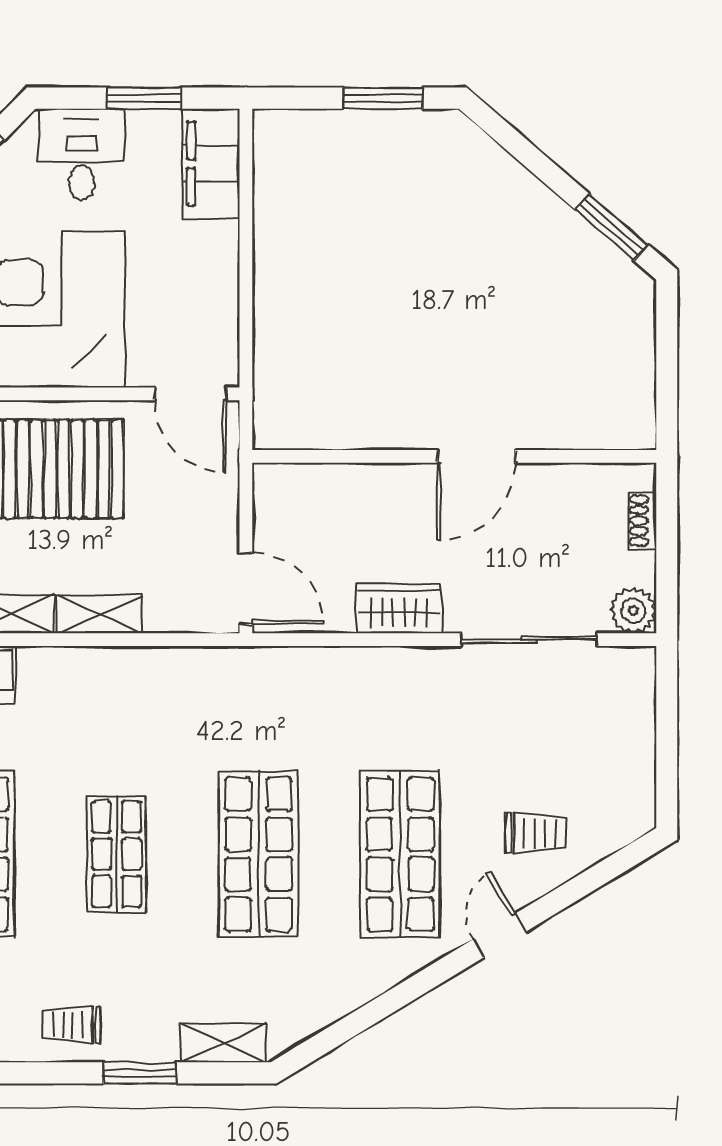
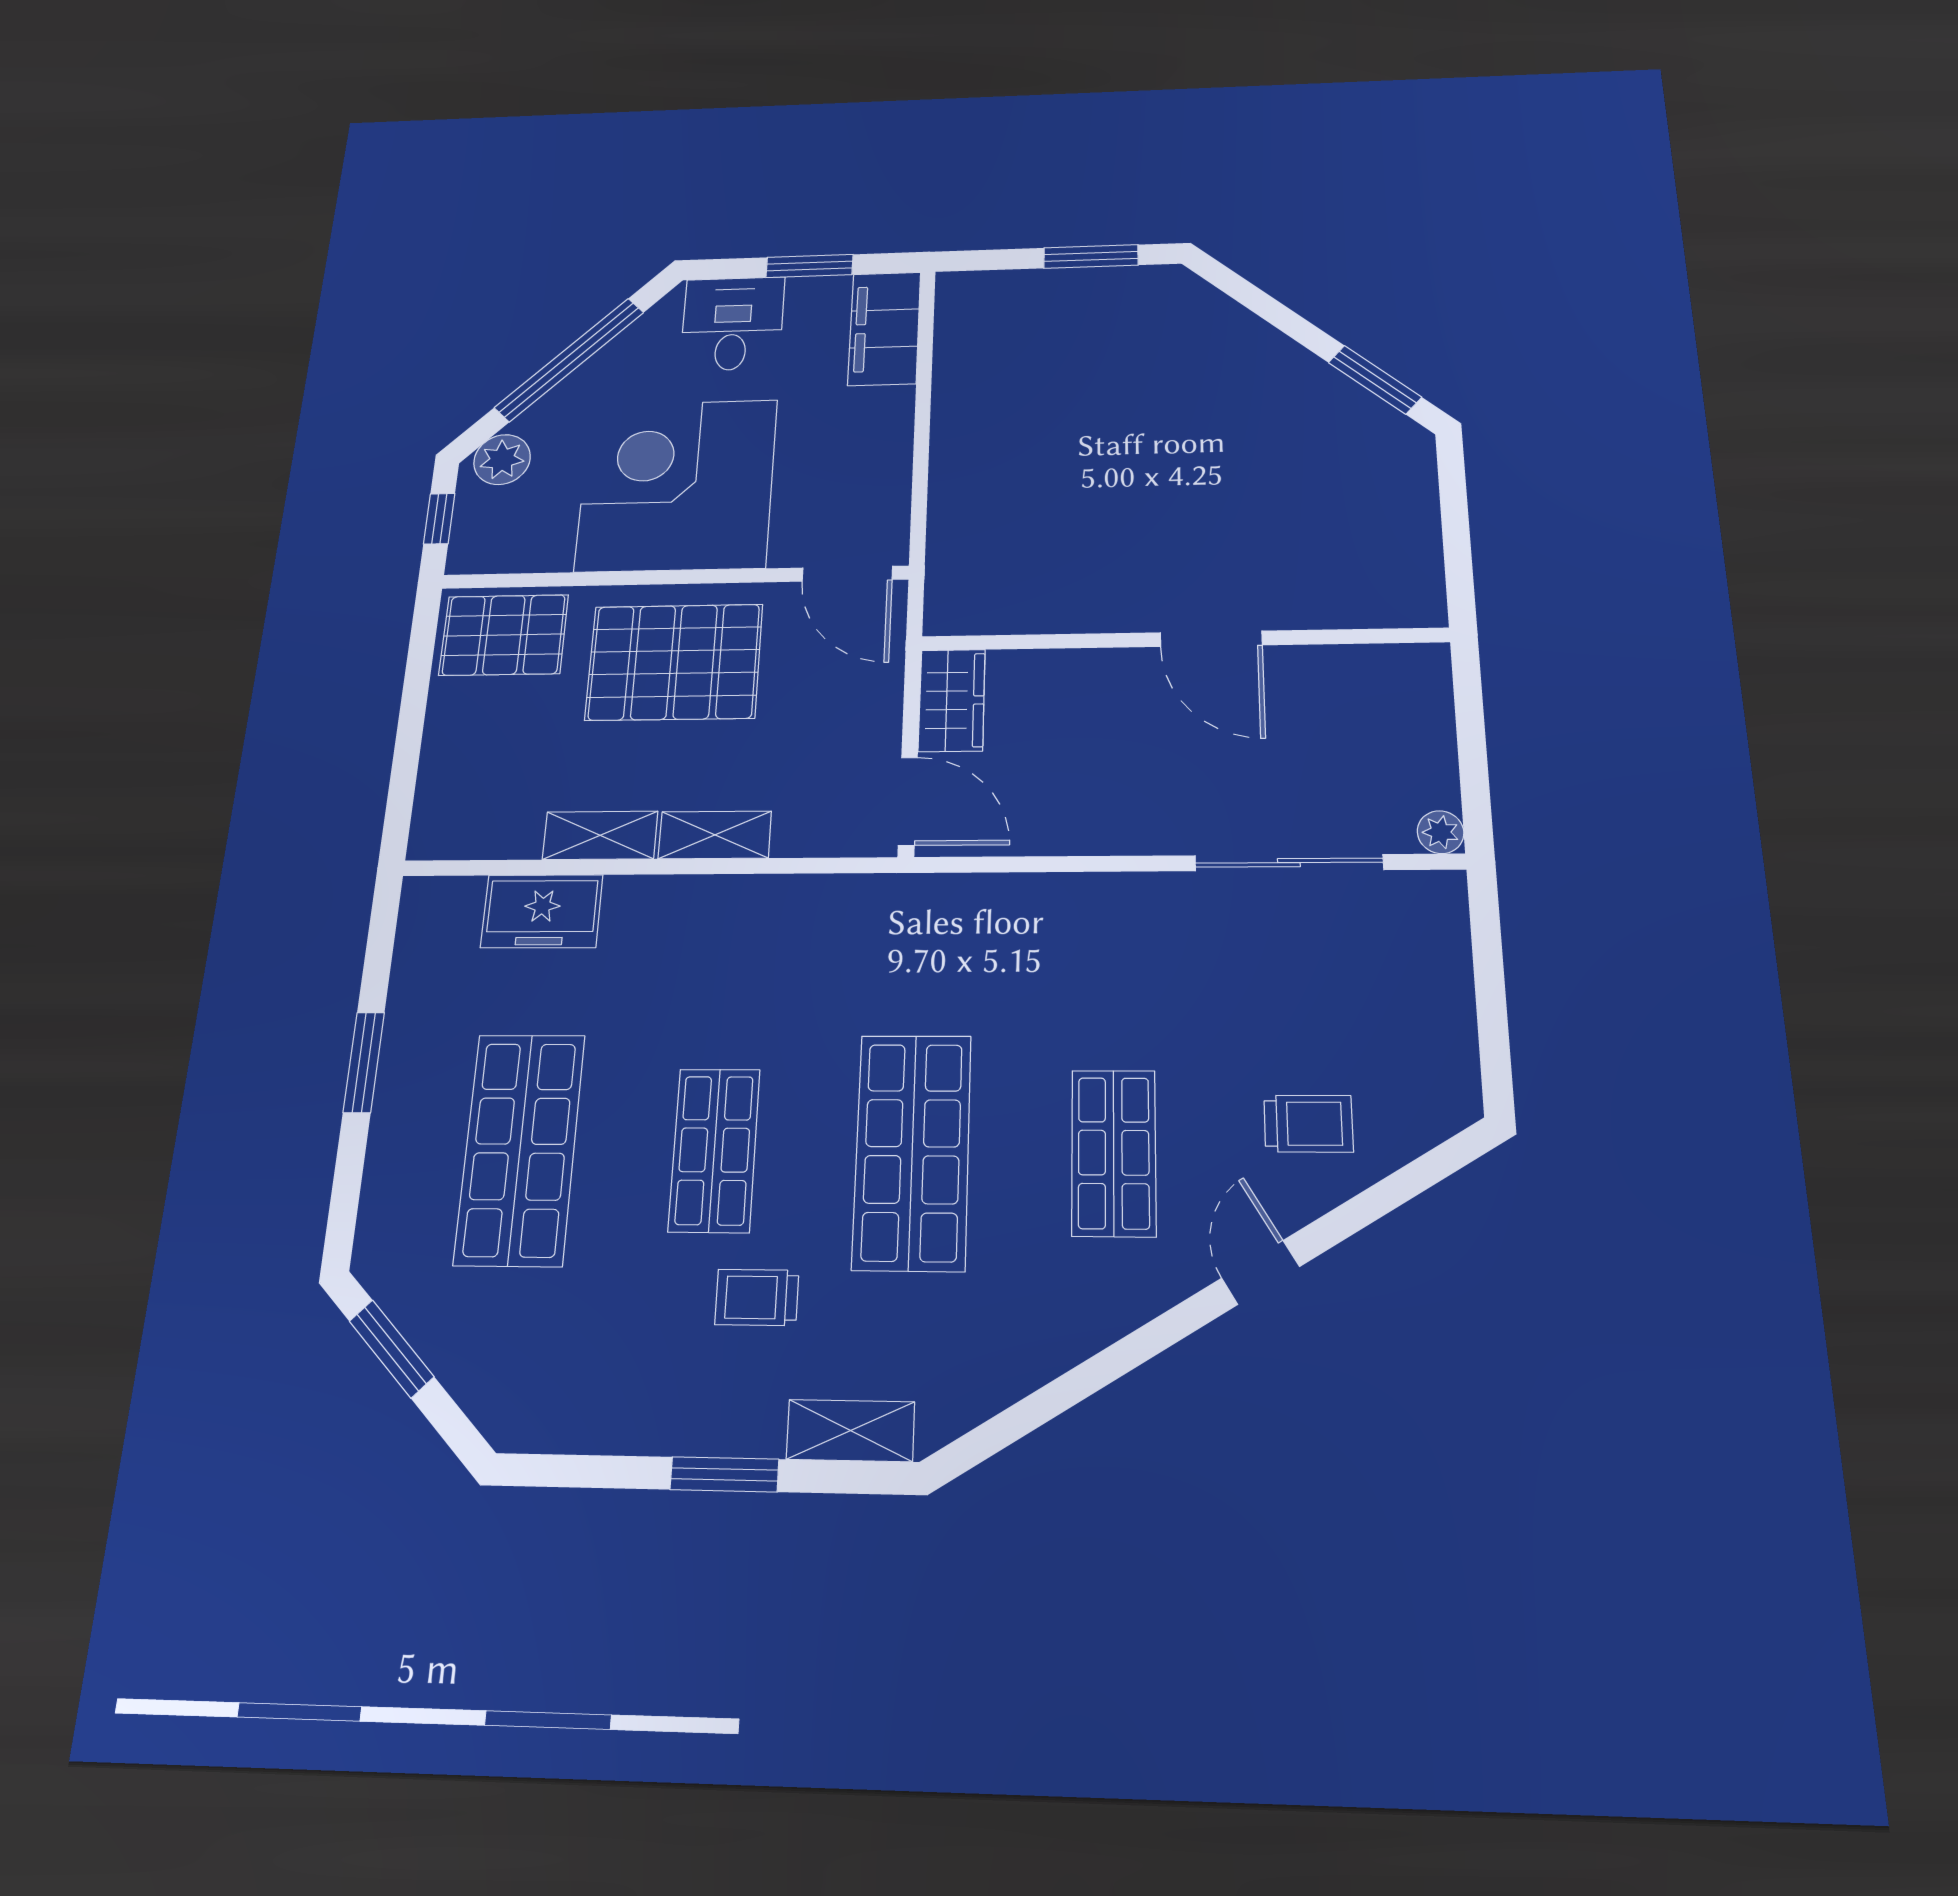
door: (476, 456) -> (1211, 639), hinge flipped
shoe rack: (642, 521) -> (1436, 712), removed
wardrobe: (399, 609) -> (952, 700), moved, turned 90
plant: (633, 610) -> (1441, 832), width x0.73, depth x0.73
shop shelf: (400, 854) -> (1114, 1153), width x0.70, depth x0.74
trolley: (72, 1025) -> (757, 1297), moved

